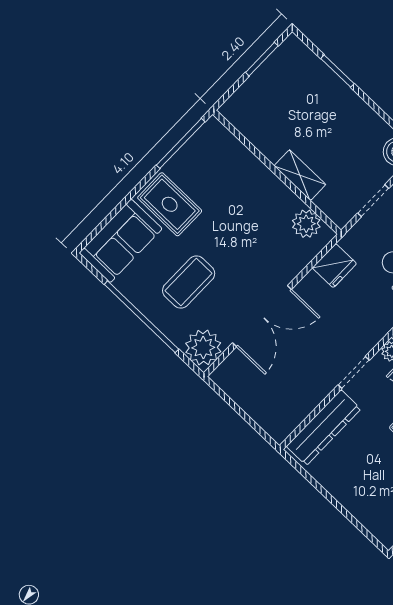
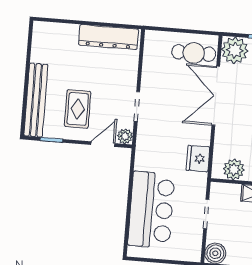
cafe table: (249, 380) -> (194, 53), added
dresser: (324, 428) -> (108, 37), moved, turned -90

